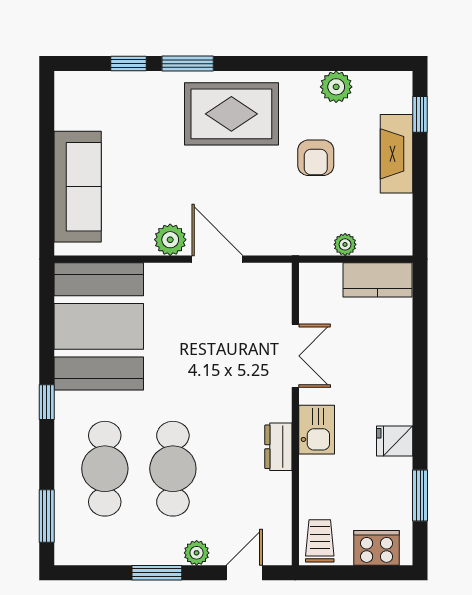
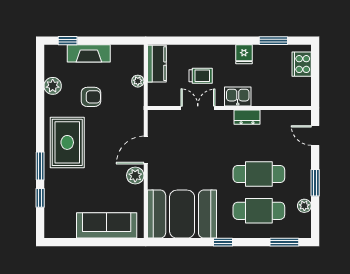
trolley: (320, 541) -> (201, 76), moved, turned 180
plant: (197, 553) -> (304, 206), moved

